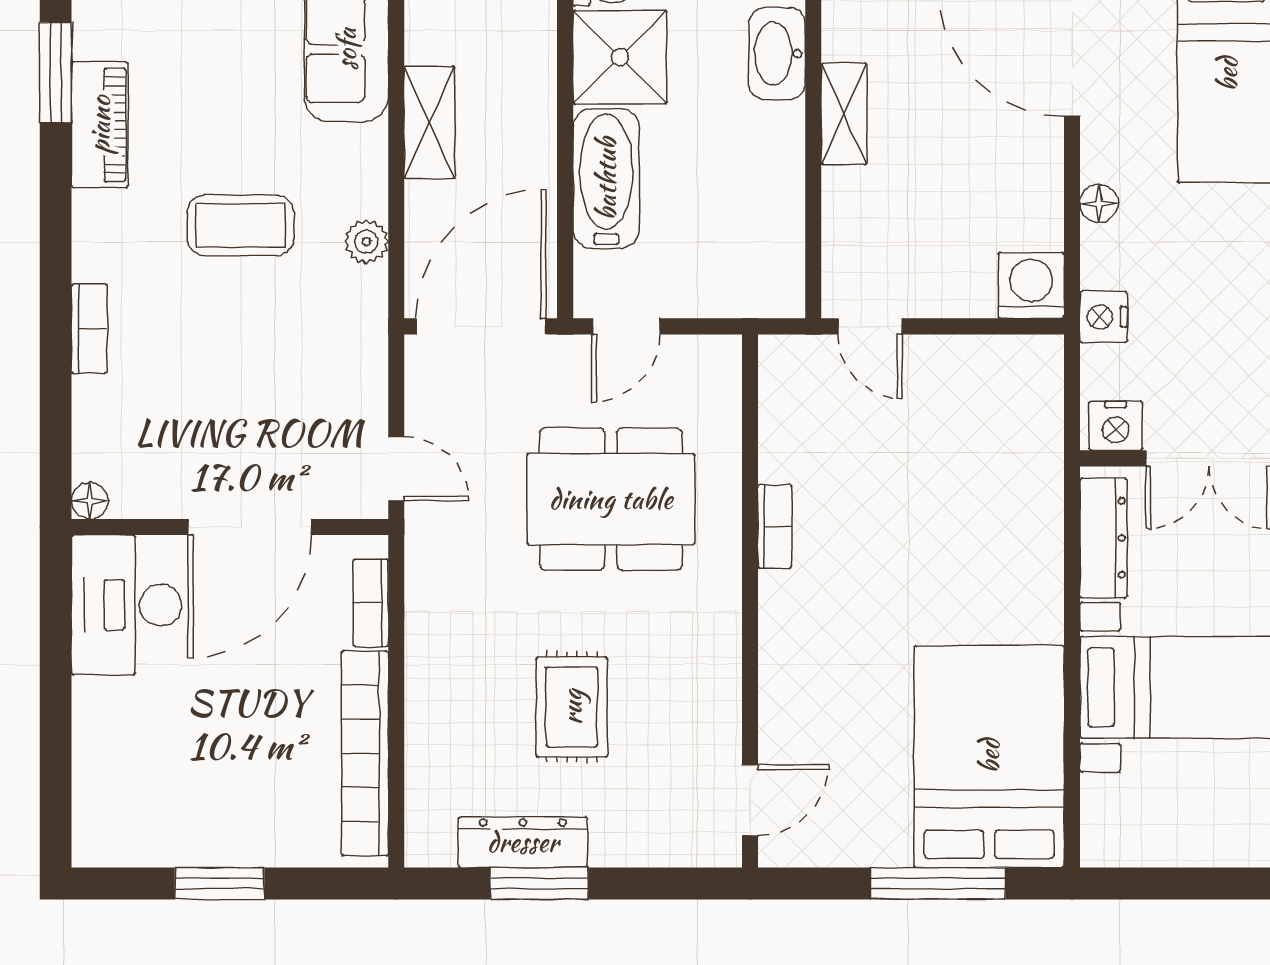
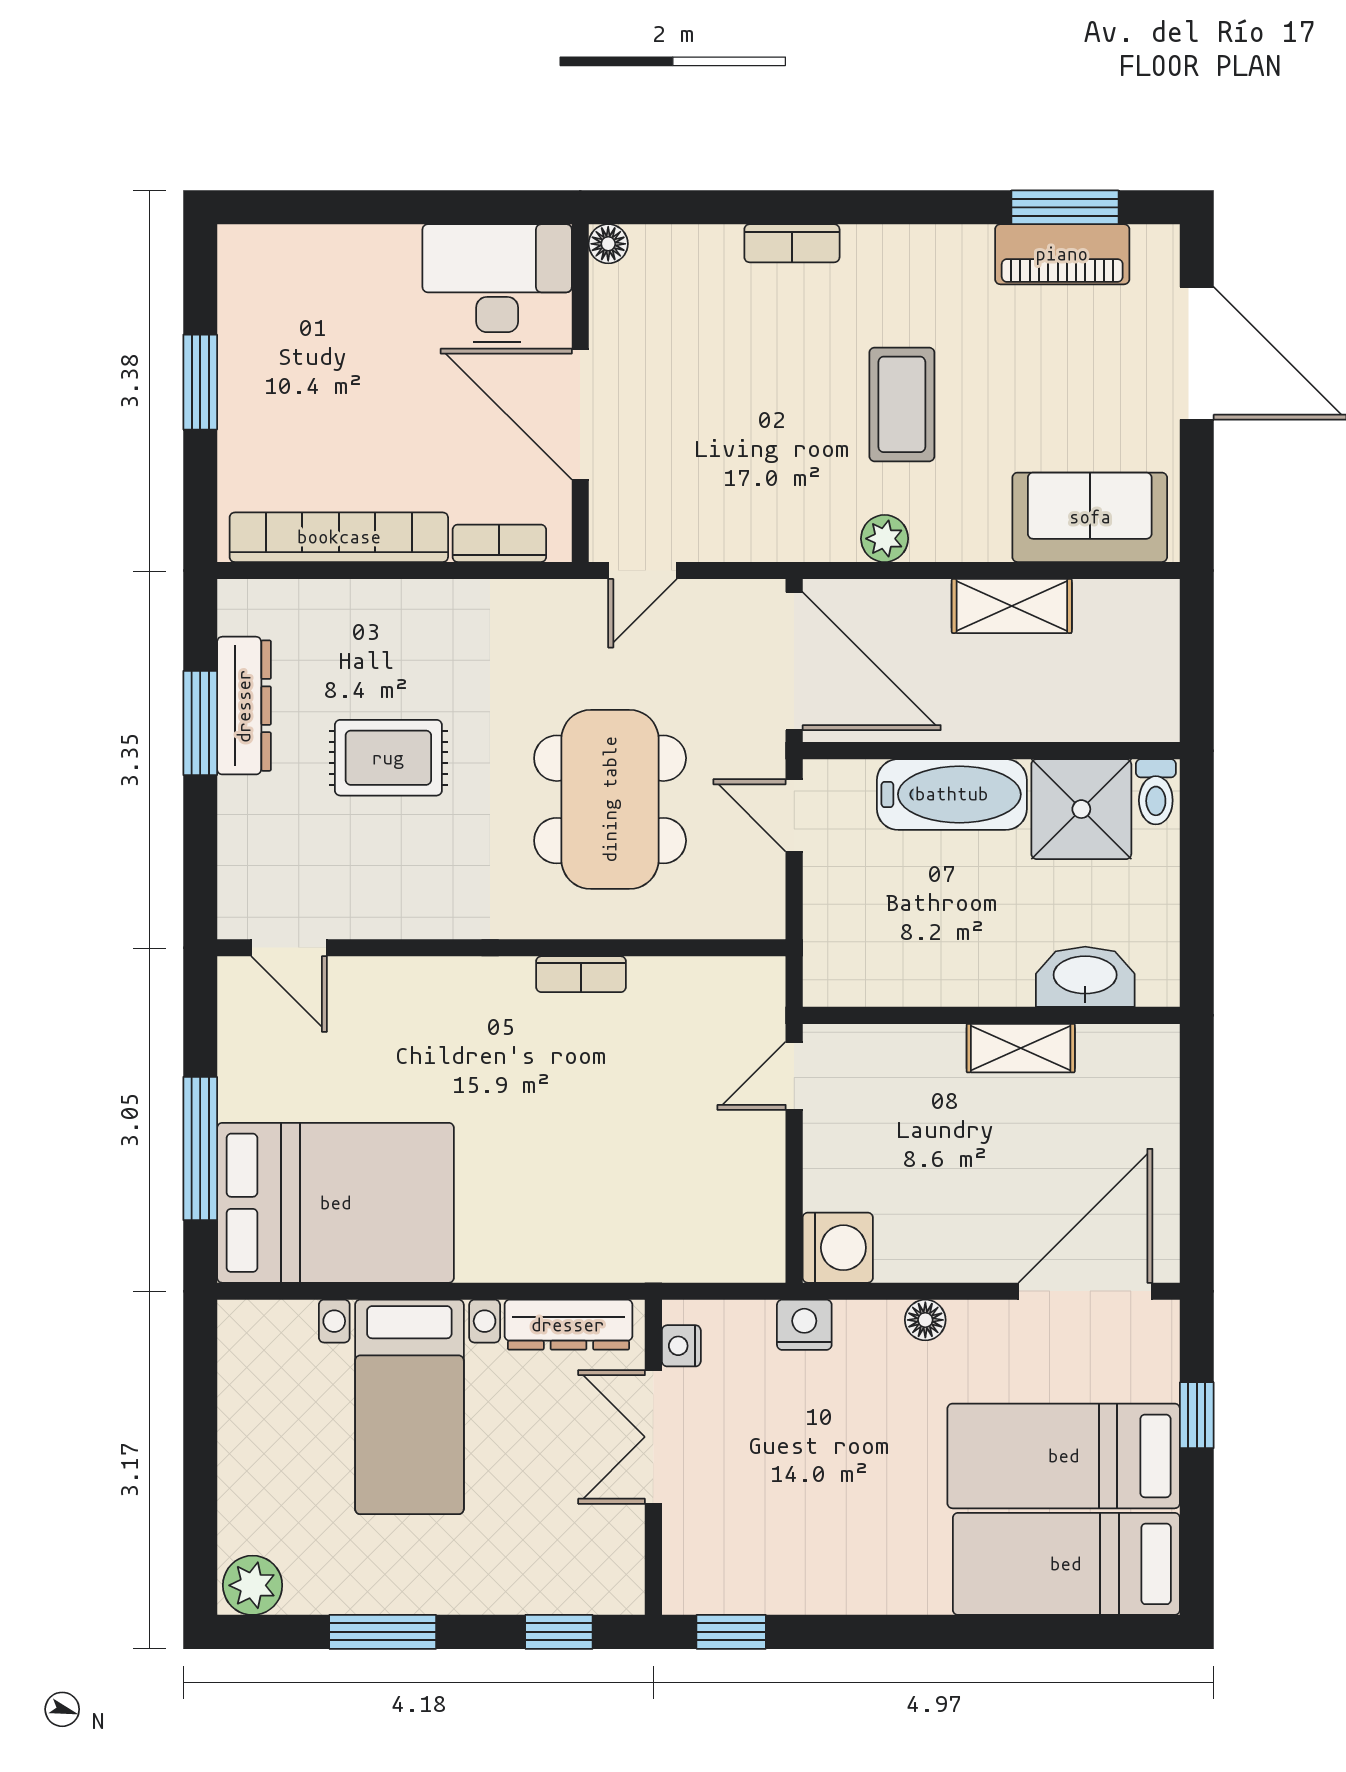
piano: (100, 125) -> (1062, 254), moved
nightstand: (1116, 426) -> (681, 1346), width x0.72, depth x0.74

